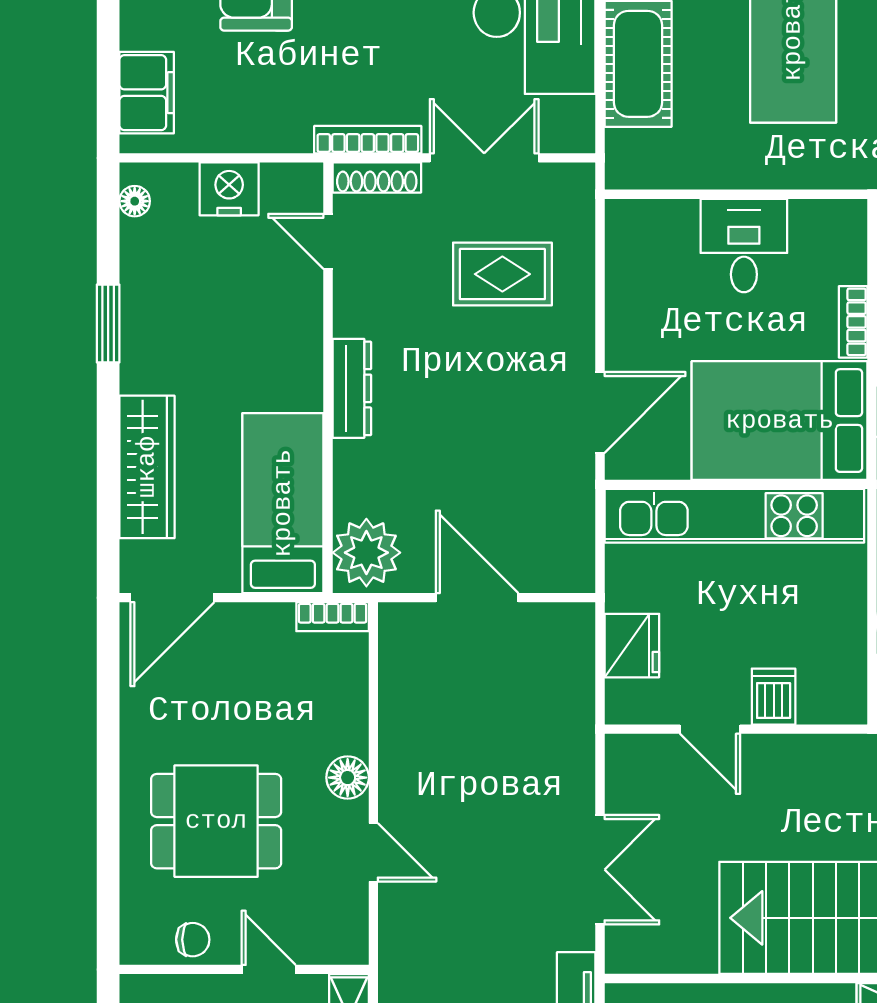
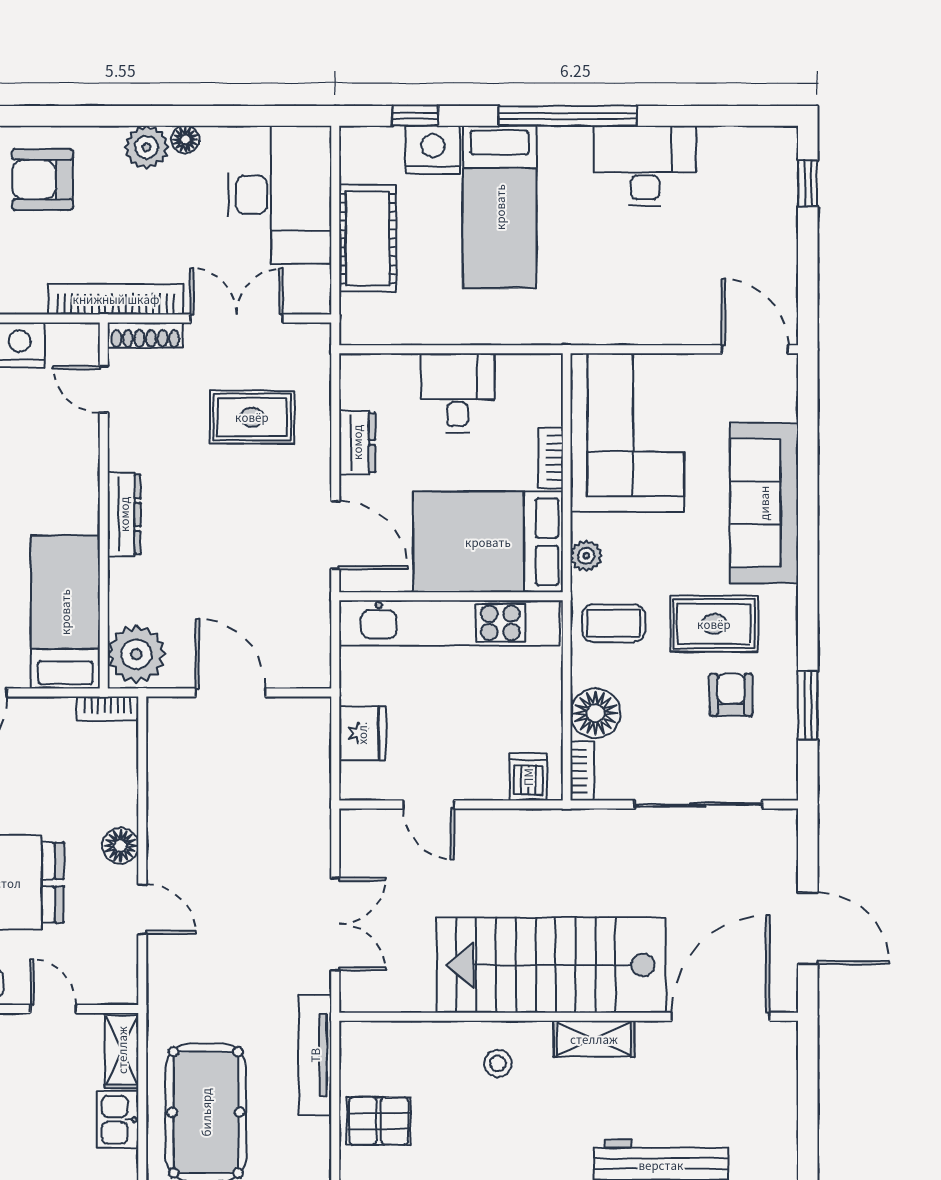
bookcase: (368, 140) -> (116, 299), width x1.48, depth x1.31
dresser: (626, 304) -> (357, 442), added
door: (600, 412) -> (335, 535), hinge flipped
dishwasher: (774, 697) -> (528, 777), moved

